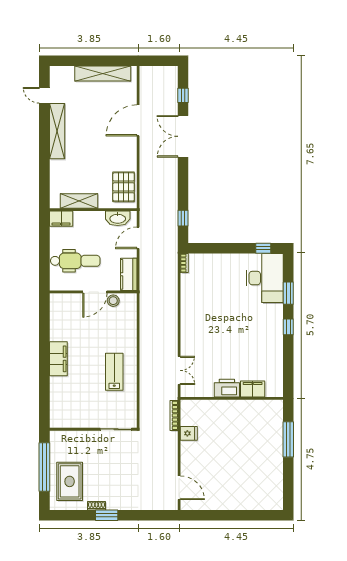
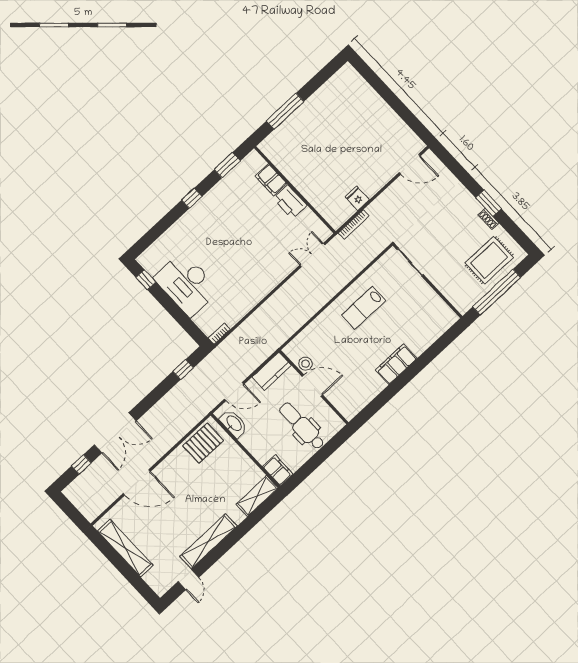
shelving: (79, 201) -> (257, 496), moved, turned 90
desk: (265, 278) -> (187, 284), moved, turned -90
window: (288, 293) -> (227, 165), moved
door: (179, 488) -> (410, 164), swing flipped

